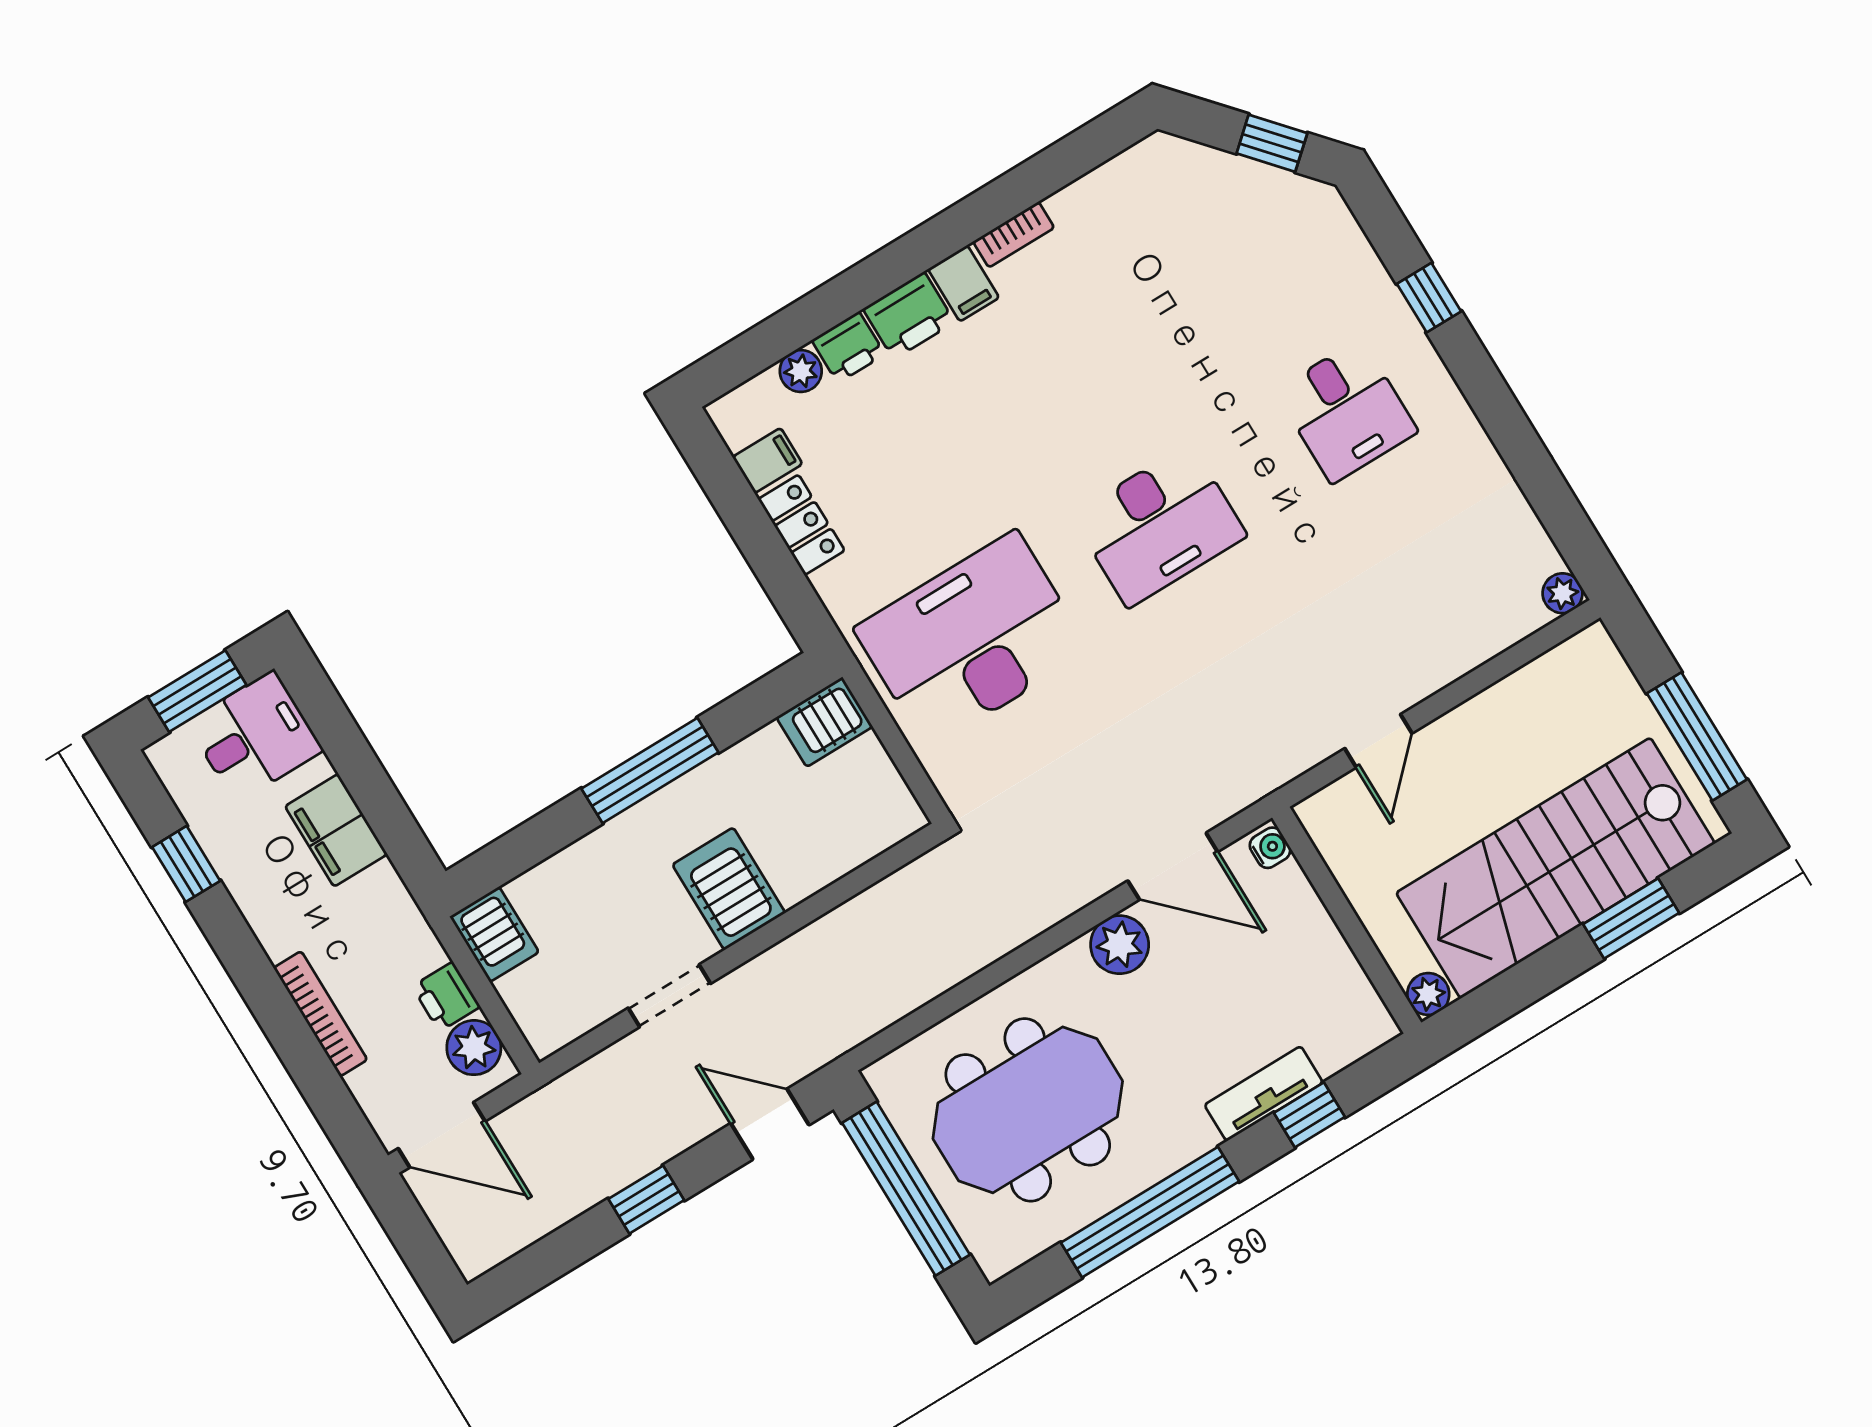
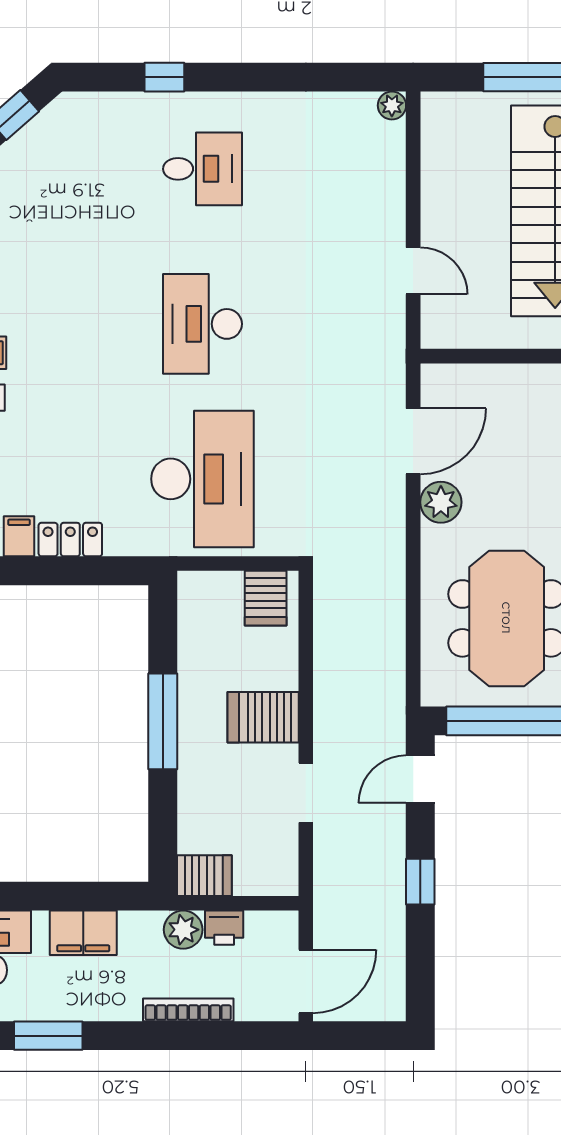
desk: (1159, 525) -> (202, 324), turned 180
desk: (972, 640) -> (202, 479), turned 180
server rack: (825, 722) -> (266, 598), moved
water cooler: (1270, 848) -> (438, 376), removed
window: (186, 864) -> (48, 1036), width x1.50
plant: (474, 1048) -> (183, 930), moved

